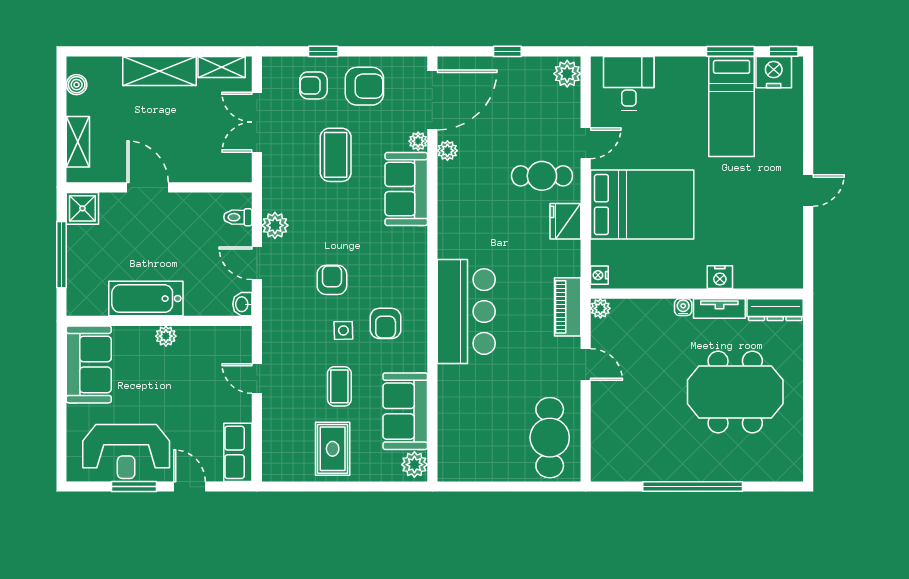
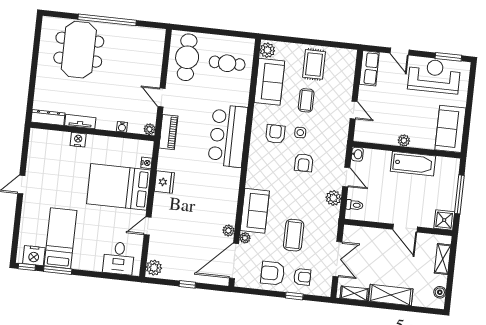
cafe table: (542, 176) -> (227, 63), moved
nightstand: (599, 275) -> (146, 163), moved
water cooler: (683, 307) -> (122, 127), moved
meeting table: (735, 392) -> (79, 50), moved, turned 90
window: (134, 487) -> (448, 57), moved

